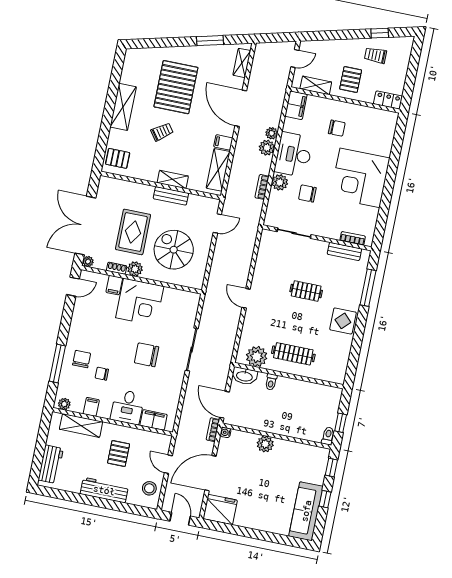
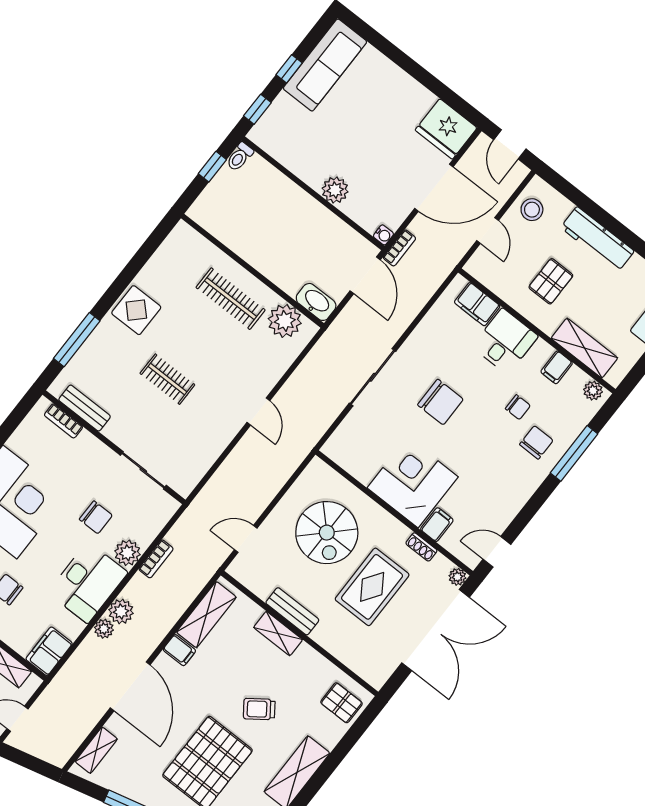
plant: (135, 269) -> (396, 533), removed
chair: (82, 359) -> (536, 442), turned 180
toilet: (271, 382) -> (282, 275), removed

